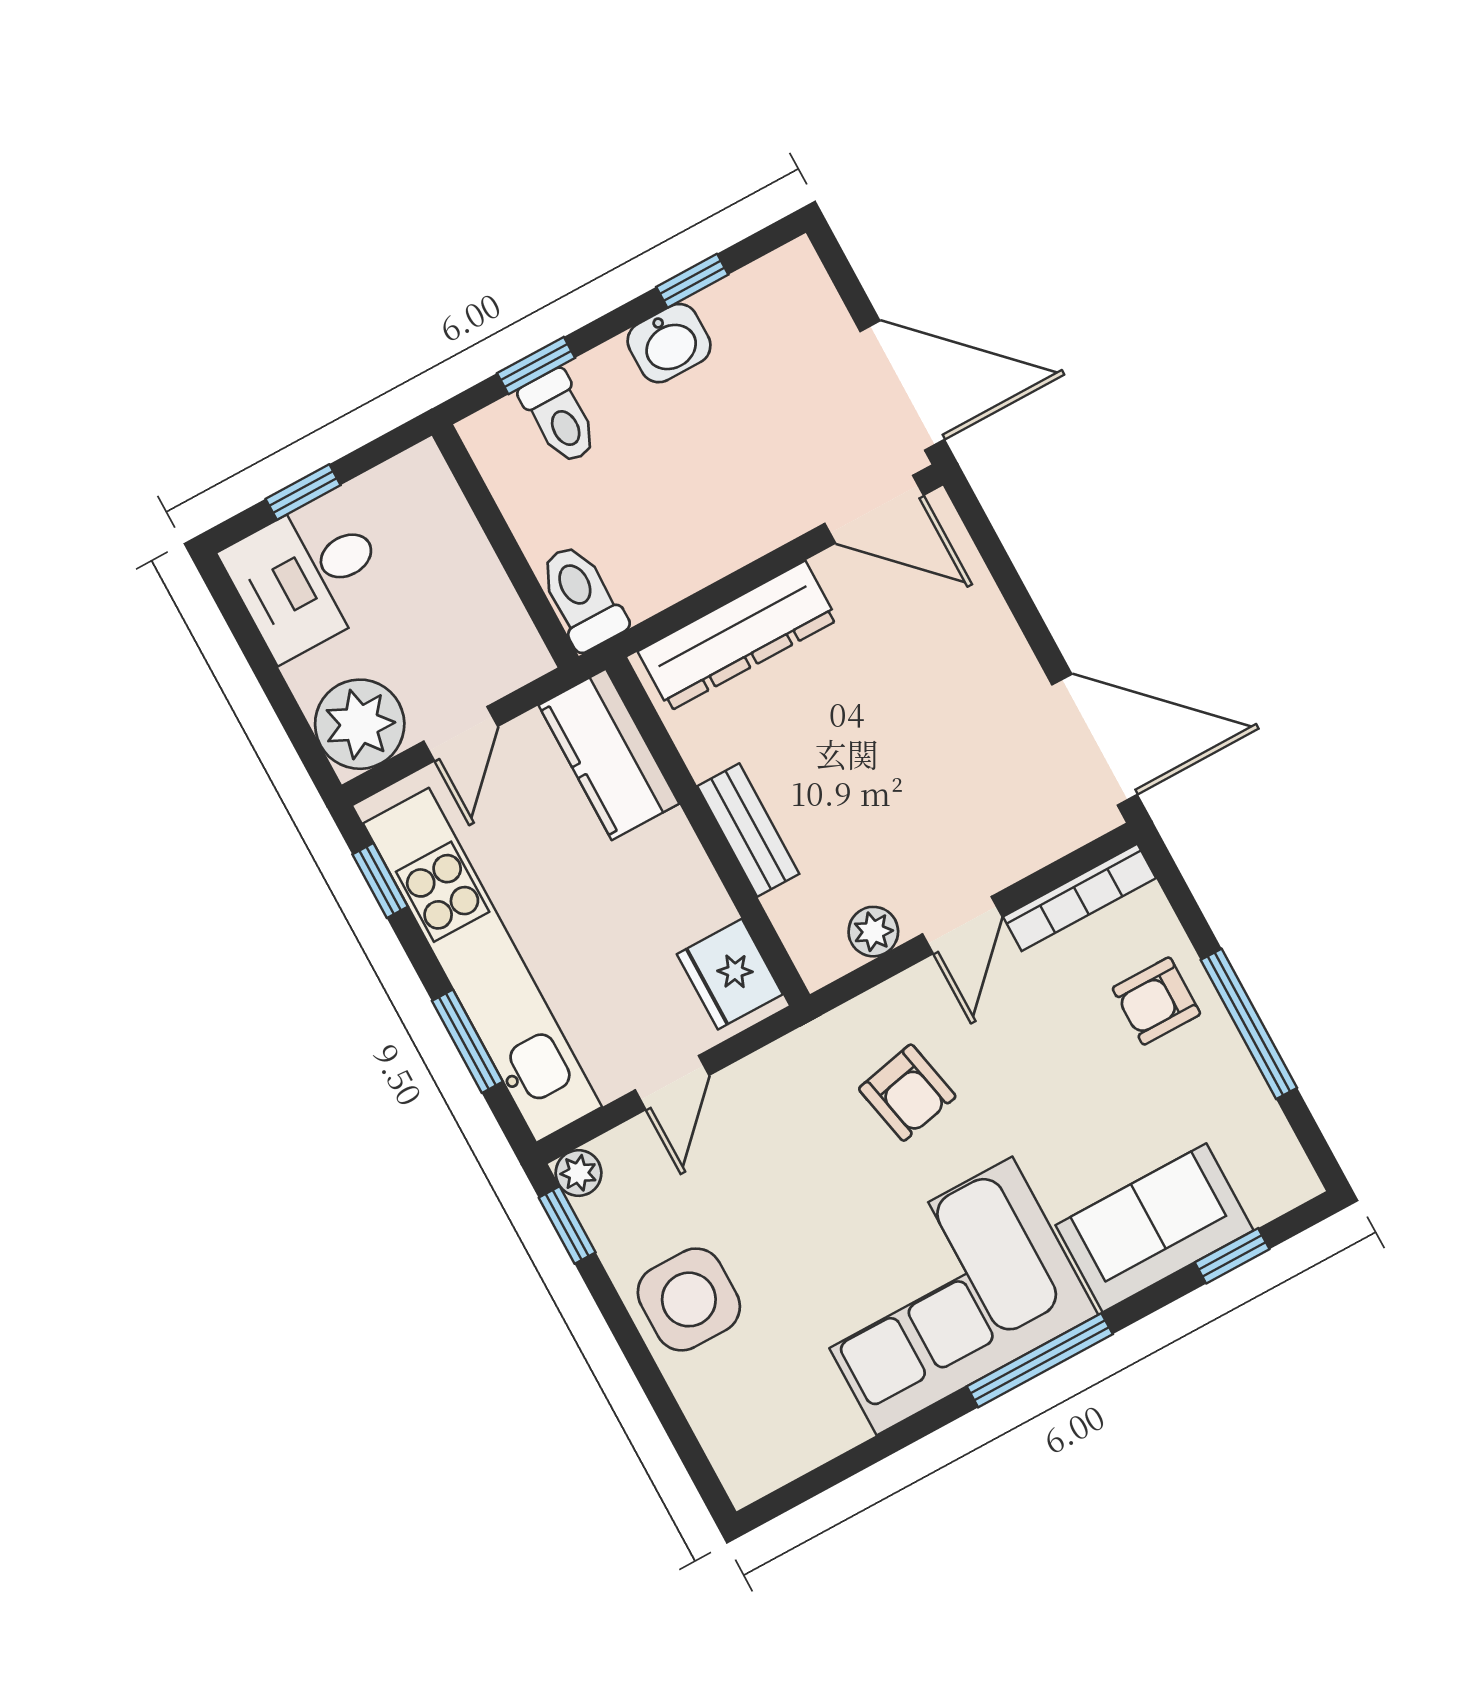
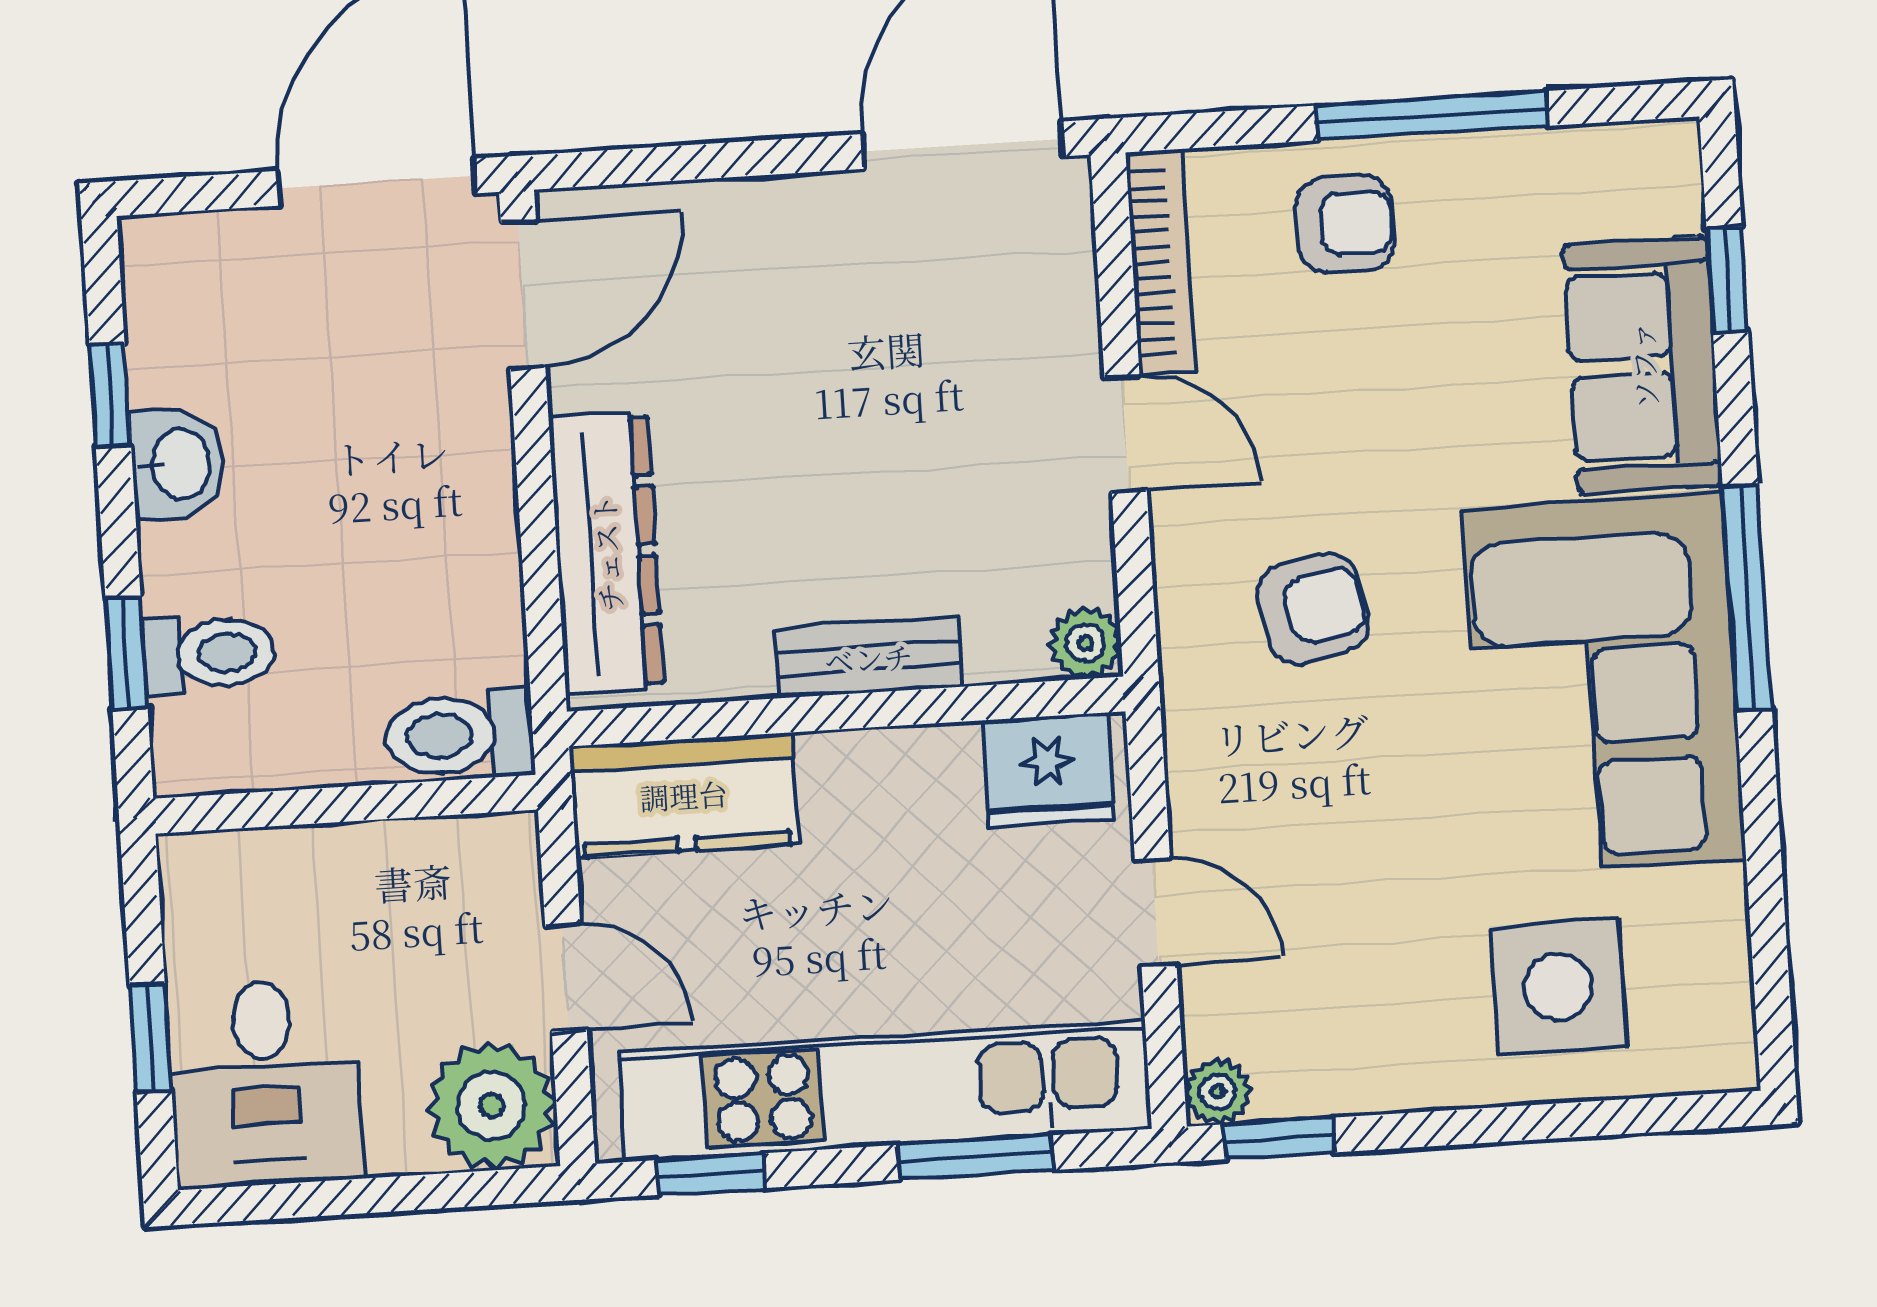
plant: (873, 932) -> (1085, 643), moved
armchair: (1156, 1001) -> (1345, 224), turned -90
side table: (689, 1299) -> (1558, 987), moved

